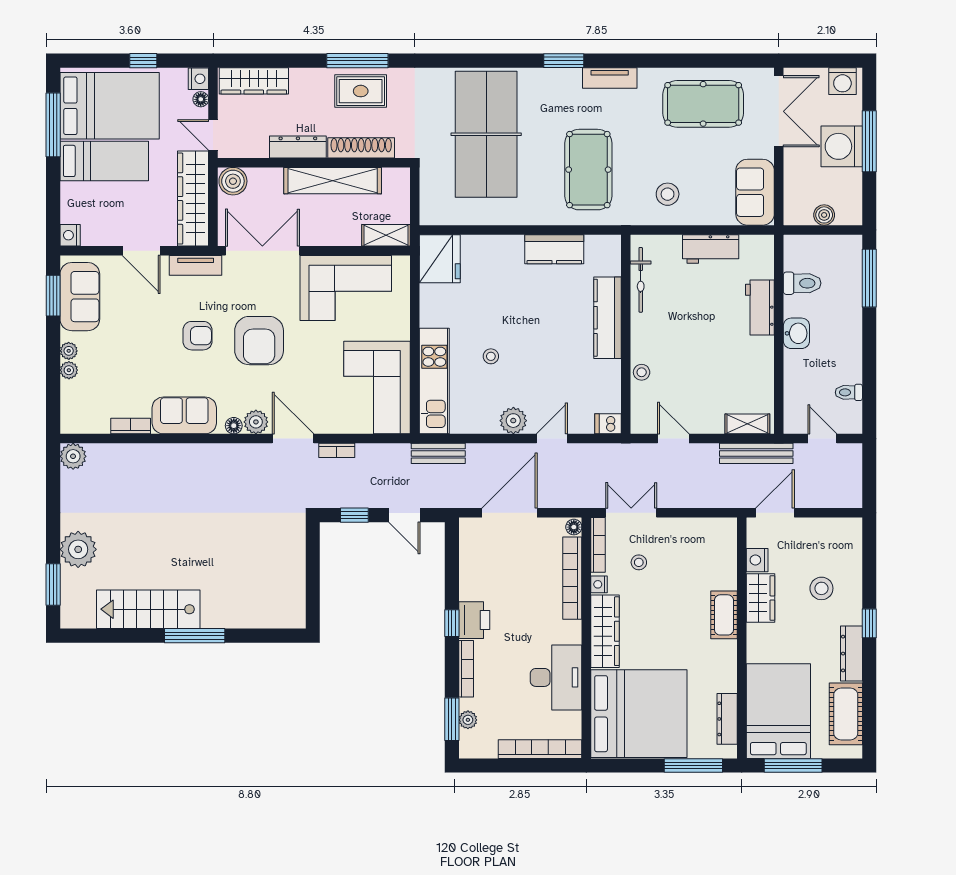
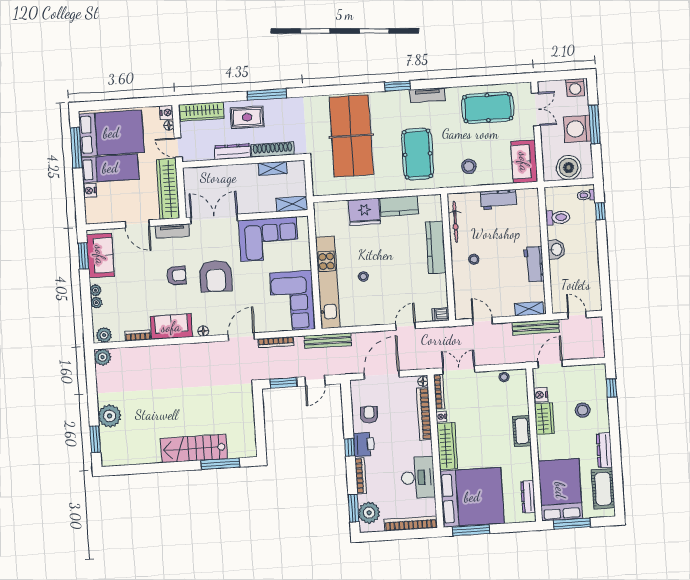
window: (143, 61) -> (131, 103), removed
rug: (361, 91) -> (247, 117), moved
double door: (779, 111) -> (536, 109), width x0.73
boiler: (233, 181) -> (193, 176), removed
shelving: (333, 181) -> (273, 168), width x0.45, depth x0.75
boiler: (824, 215) -> (569, 168), width x1.86, depth x1.86
nightstand: (70, 235) -> (90, 191), moved
fridge: (440, 259) -> (364, 212), moved, turned 90
window: (869, 278) -> (600, 211), width x0.46
workbench: (760, 307) -> (534, 264), moved
stool: (642, 372) -> (474, 259), moved
kitchen unit: (434, 381) -> (328, 282), width x1.36
toilet: (849, 392) -> (586, 195), moved
plant: (513, 421) -> (380, 316), removed
plant: (256, 422) -> (104, 335), moved
door: (293, 439) -> (241, 337), hinge flipped
bookcase: (337, 450) -> (276, 342), width x1.56
bench: (438, 453) -> (328, 341), width x1.36
window: (354, 515) -> (283, 383), width x1.50
door: (404, 515) -> (315, 381), hinge flipped
stool: (639, 562) -> (504, 377), moved
armchair: (486, 574) -> (369, 415), added
stairs: (148, 609) -> (194, 449), moved
window: (869, 623) -> (612, 388), moved
window: (195, 636) -> (220, 464), moved
plant: (468, 720) -> (369, 513), width x1.87, depth x1.87
window: (693, 766) -> (471, 530), moved

